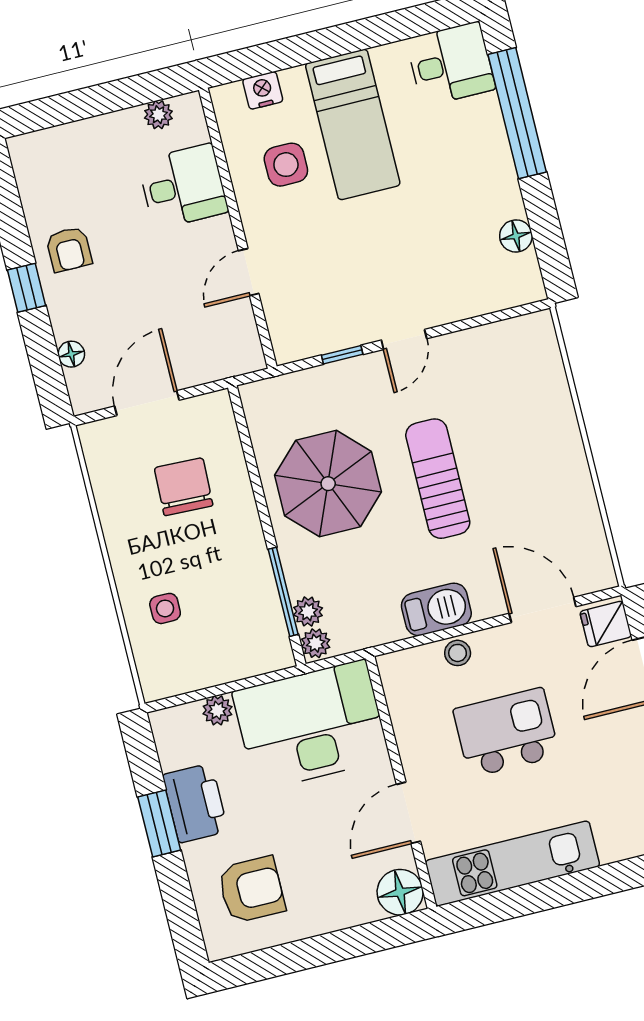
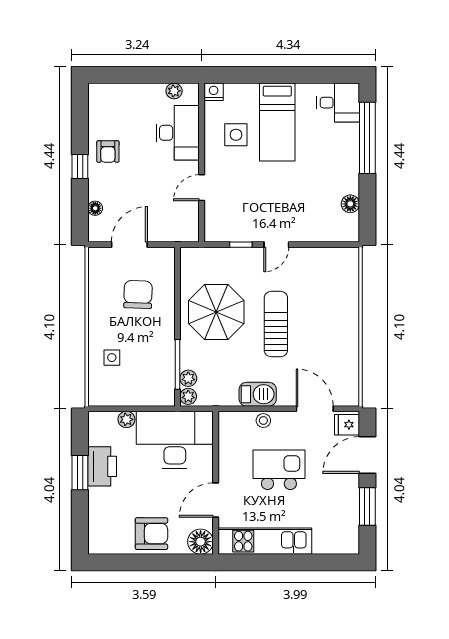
nightstand: (263, 90) -> (214, 92), moved
desk: (183, 186) -> (178, 133), width x1.37
armchair: (252, 890) -> (151, 534), moved

